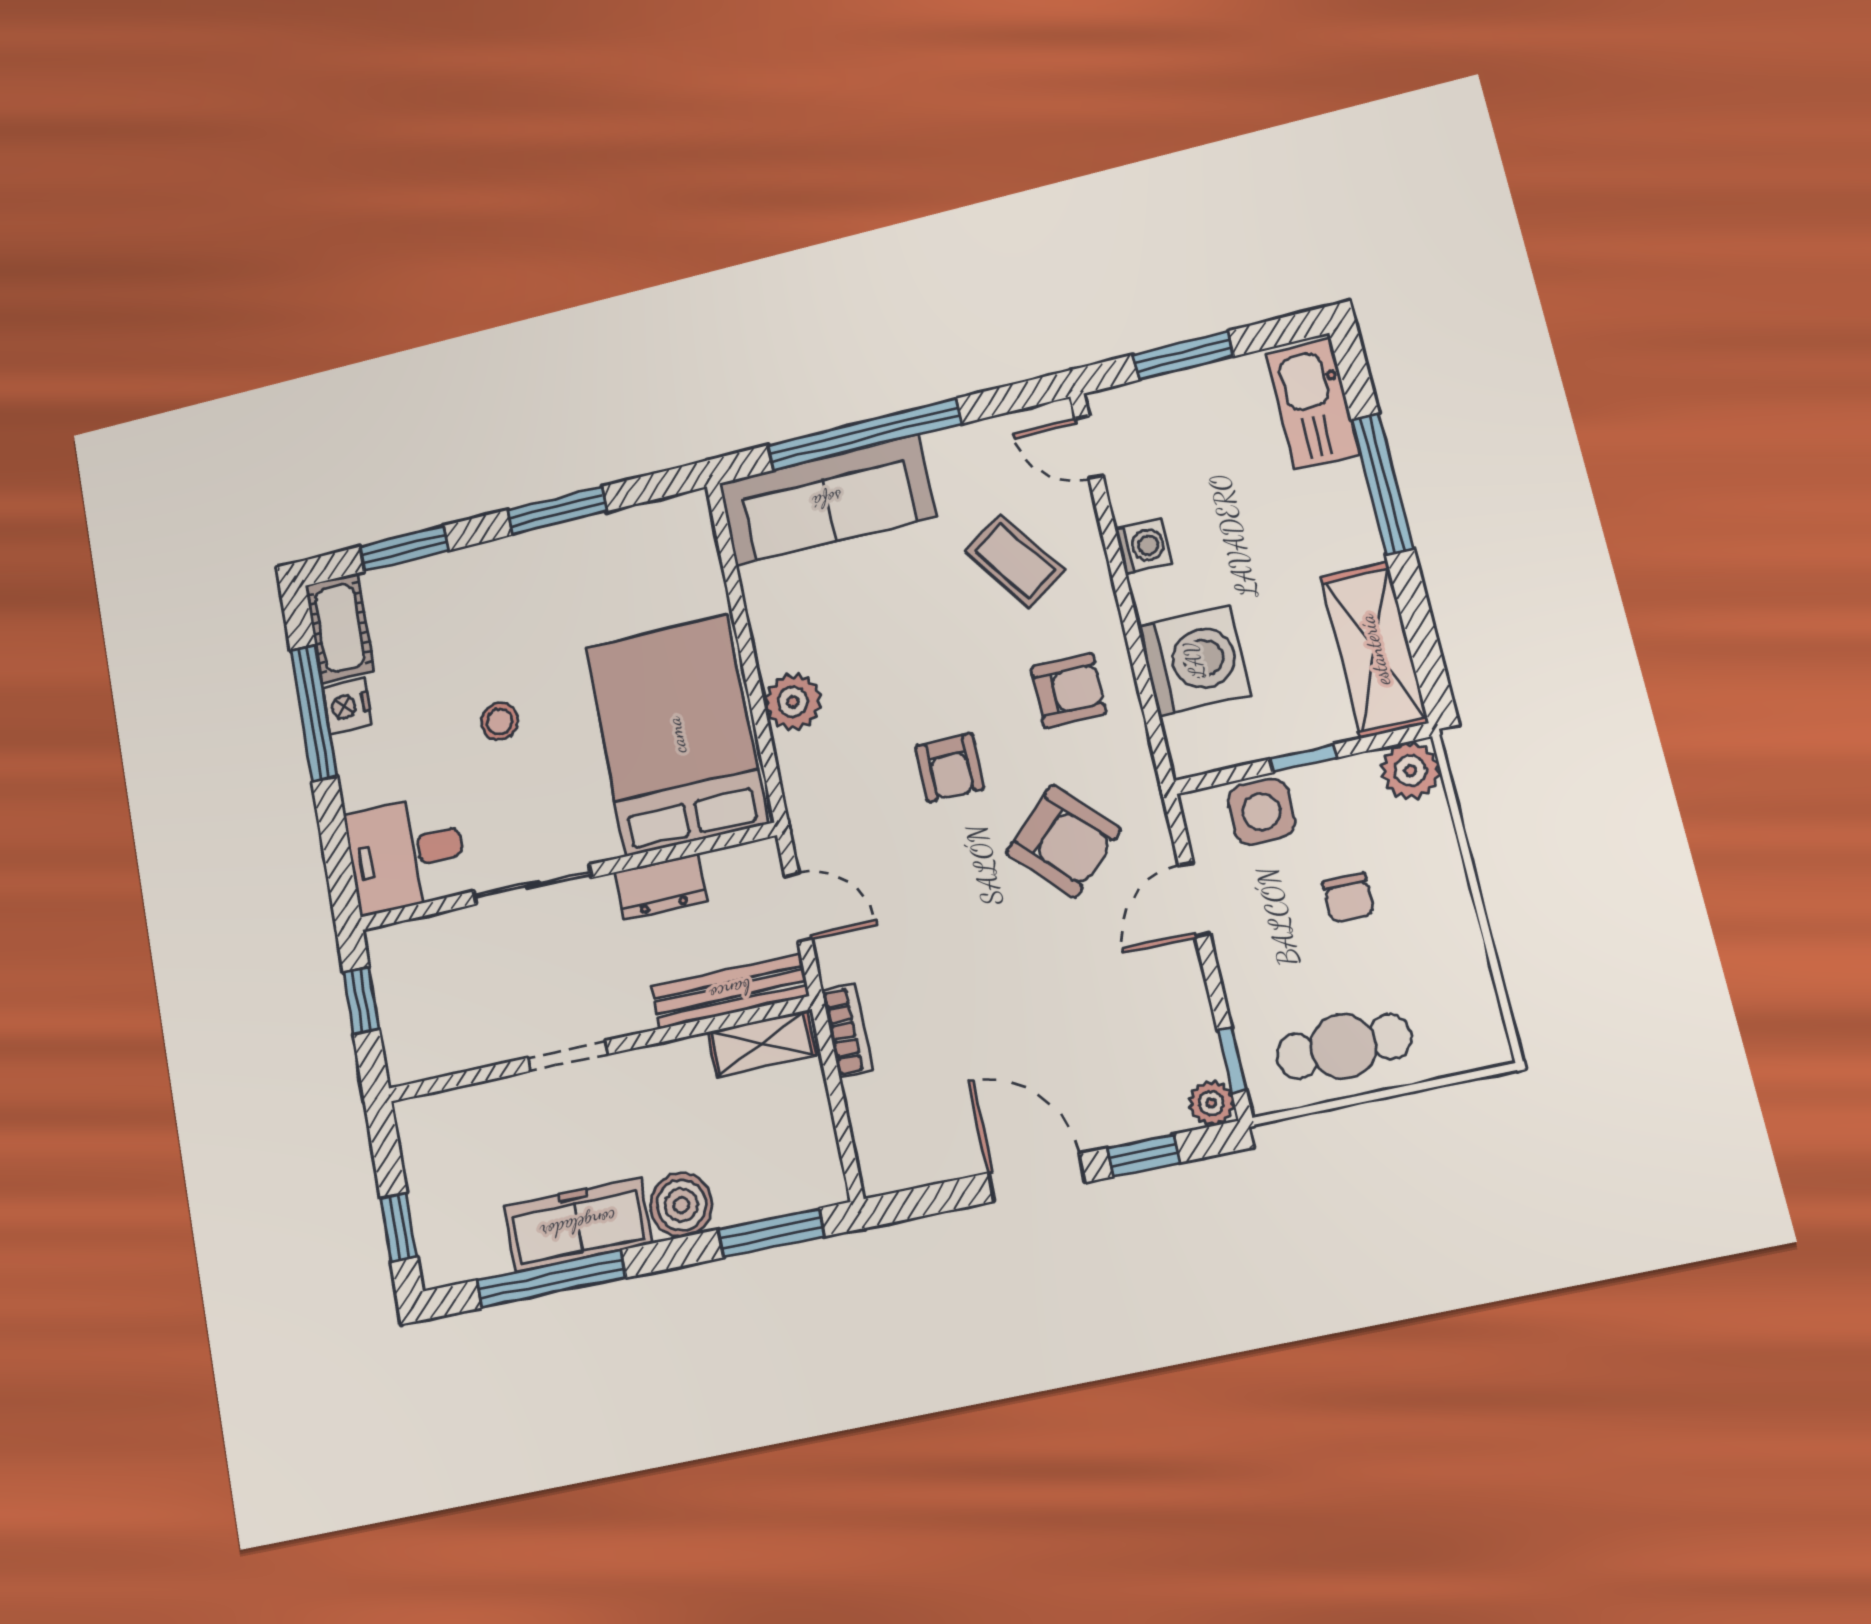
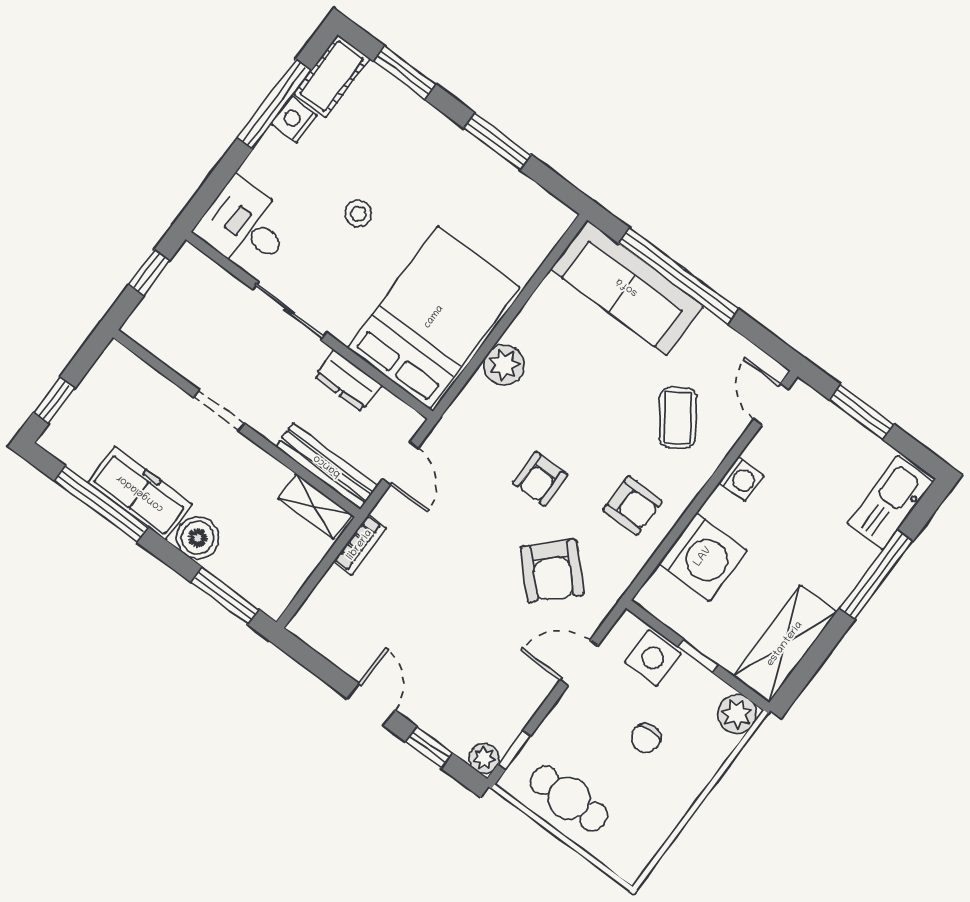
door: (1037, 1178) -> (371, 704), width x0.73

